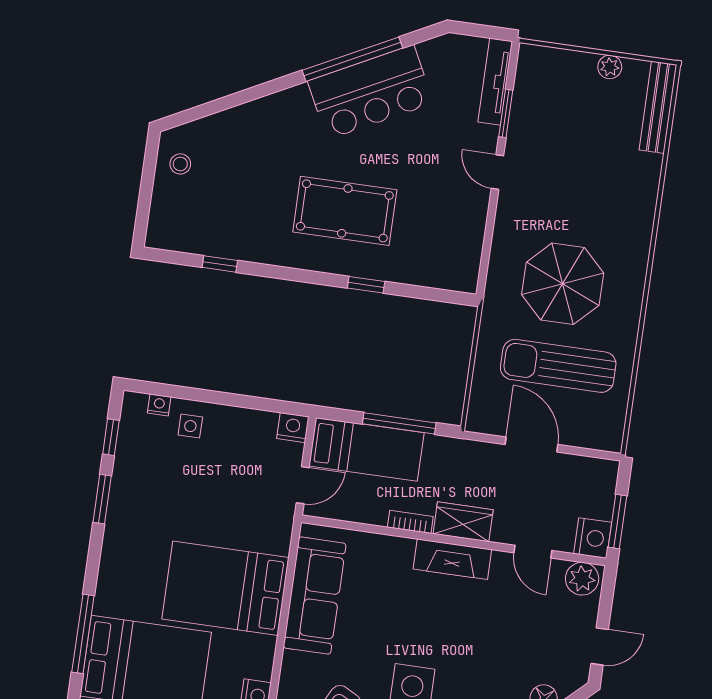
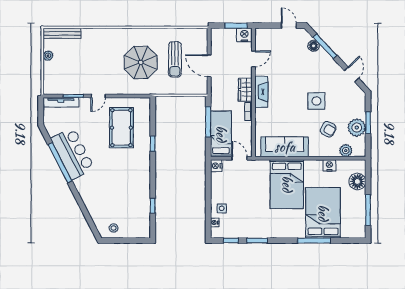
pool table: (345, 211) -> (121, 128), moved
sun lounger: (558, 366) -> (175, 59), width x0.73, depth x0.75
door: (532, 445) -> (209, 66), hinge flipped
plant: (582, 579) -> (262, 37), removed

